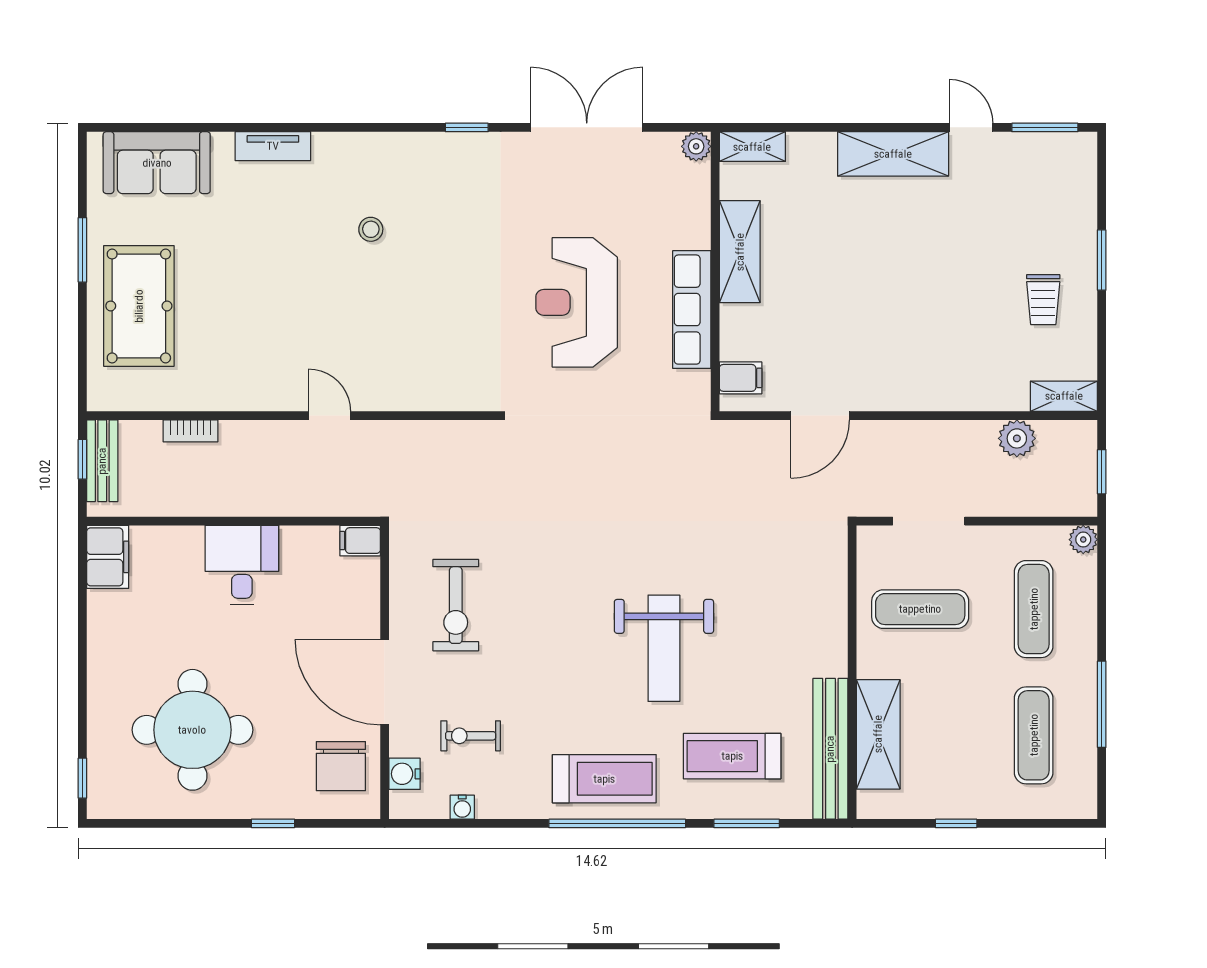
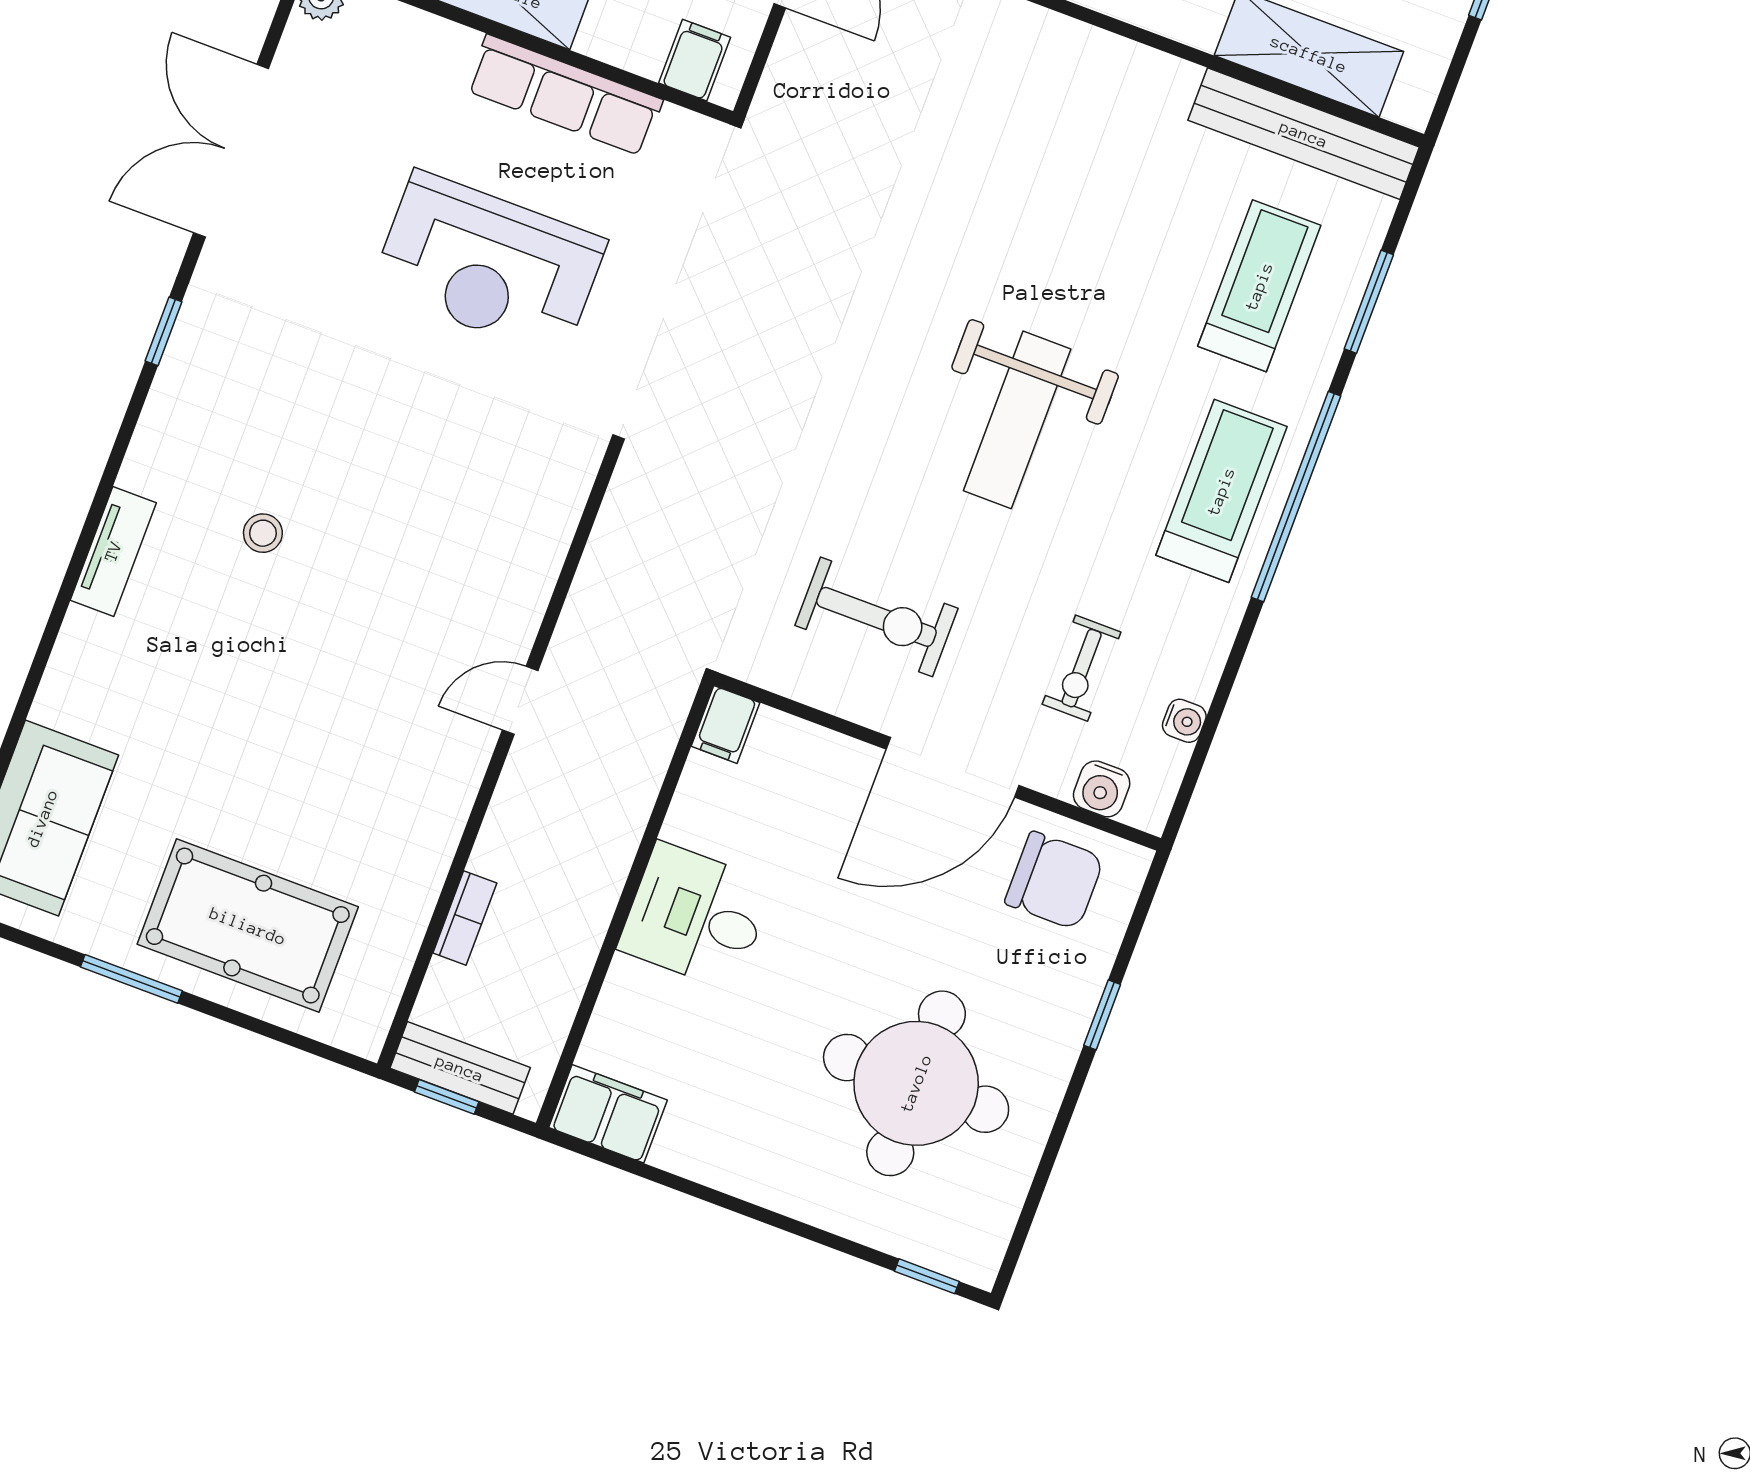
tv unit: (273, 146) -> (113, 551), moved
weight bench: (664, 648) -> (1017, 420), moved, turned 90
treadmill: (732, 756) -> (1259, 286), turned 180

